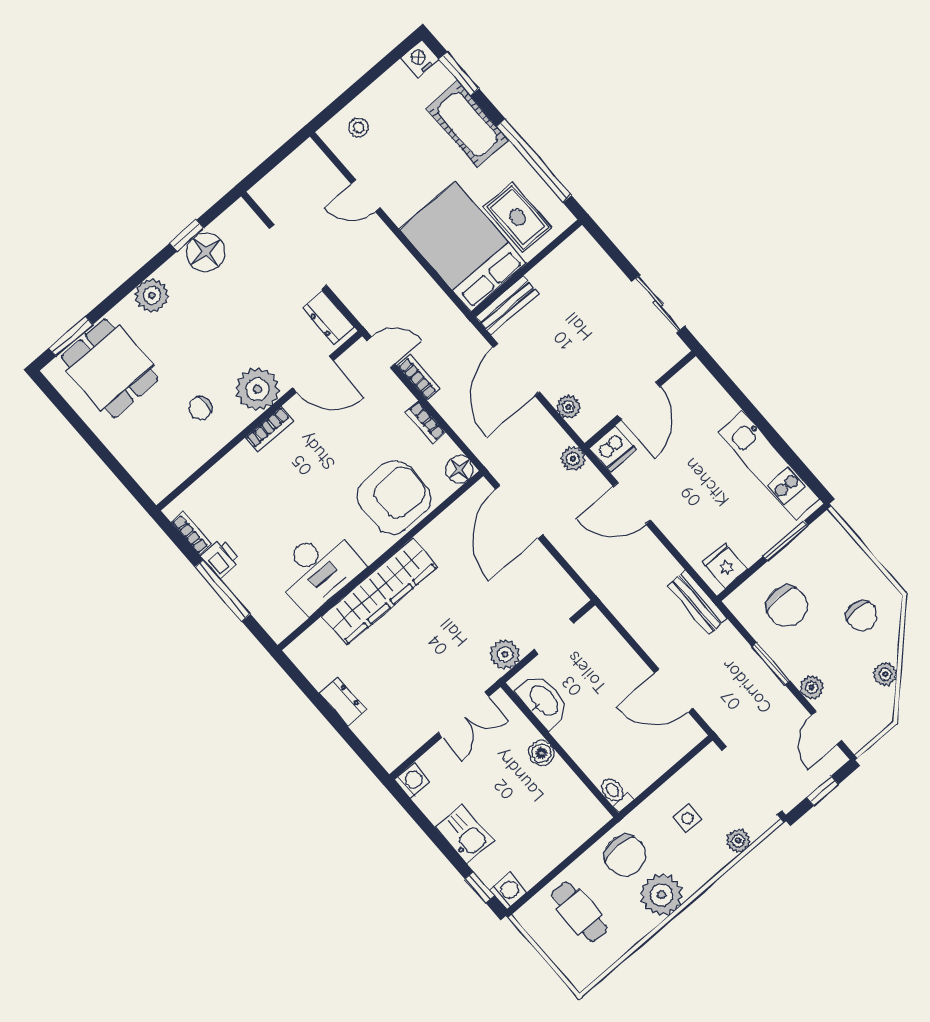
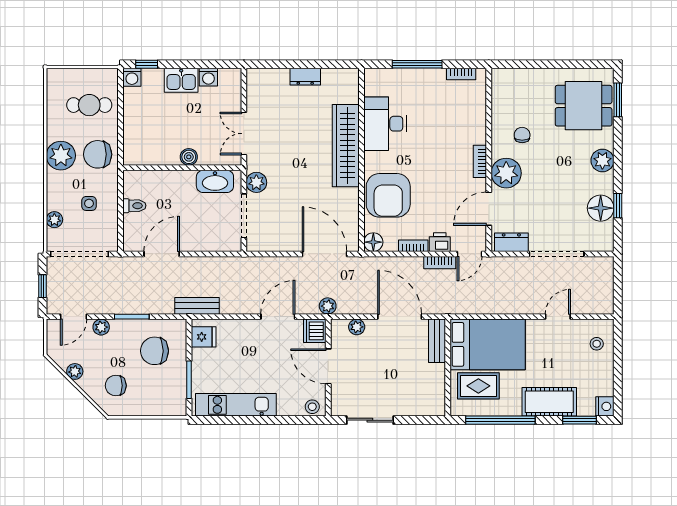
stool: (698, 380) -> (312, 407), added
printer: (221, 559) -> (440, 242), moved, turned 180
doorway: (554, 636) -> (244, 216), width x1.38
door: (826, 728) -> (73, 317), swing flipped
washing machine: (412, 781) -> (208, 77), moved
toilet: (615, 794) -> (134, 206), moved

